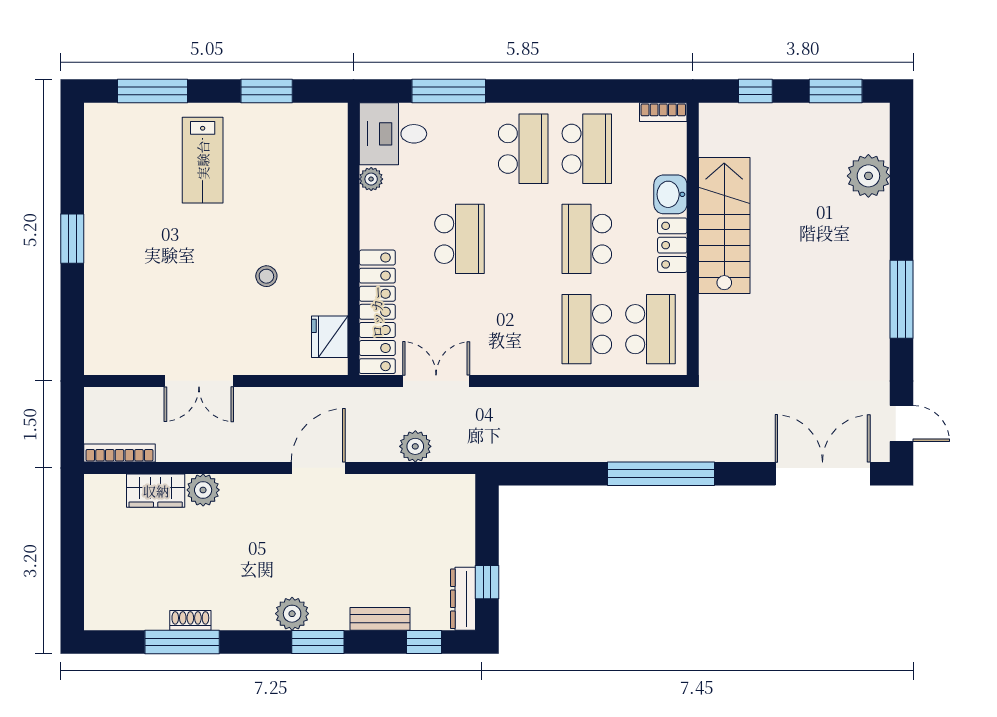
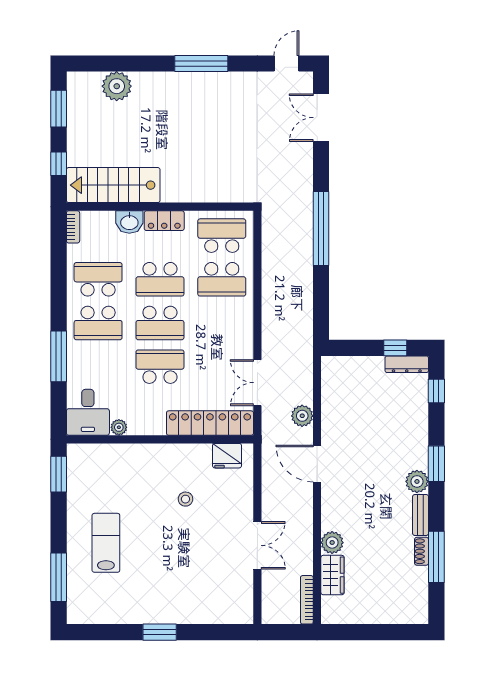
window: (267, 91) -> (59, 474), moved
window: (449, 91) -> (59, 356), moved
school desk: (523, 149) -> (98, 323), turned 180
lab bench: (203, 160) -> (106, 543), turned -90
stairs: (724, 225) -> (113, 185), moved
school desk: (523, 239) -> (160, 323), added
plant: (415, 446) -> (302, 416), moved
double door: (823, 474) -> (321, 118), width x0.73
bench: (380, 619) -> (421, 515), moved

